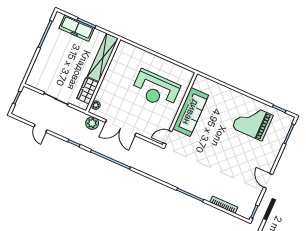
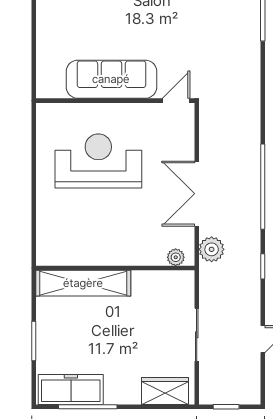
freezer: (77, 28) -> (71, 390), moved, turned -90
reception desk: (156, 89) -> (98, 161), turned -90
wardrobe: (88, 91) -> (165, 391), moved, turned 180
double door: (121, 128) -> (197, 194), swing flipped
door: (168, 137) -> (176, 101), swing flipped

